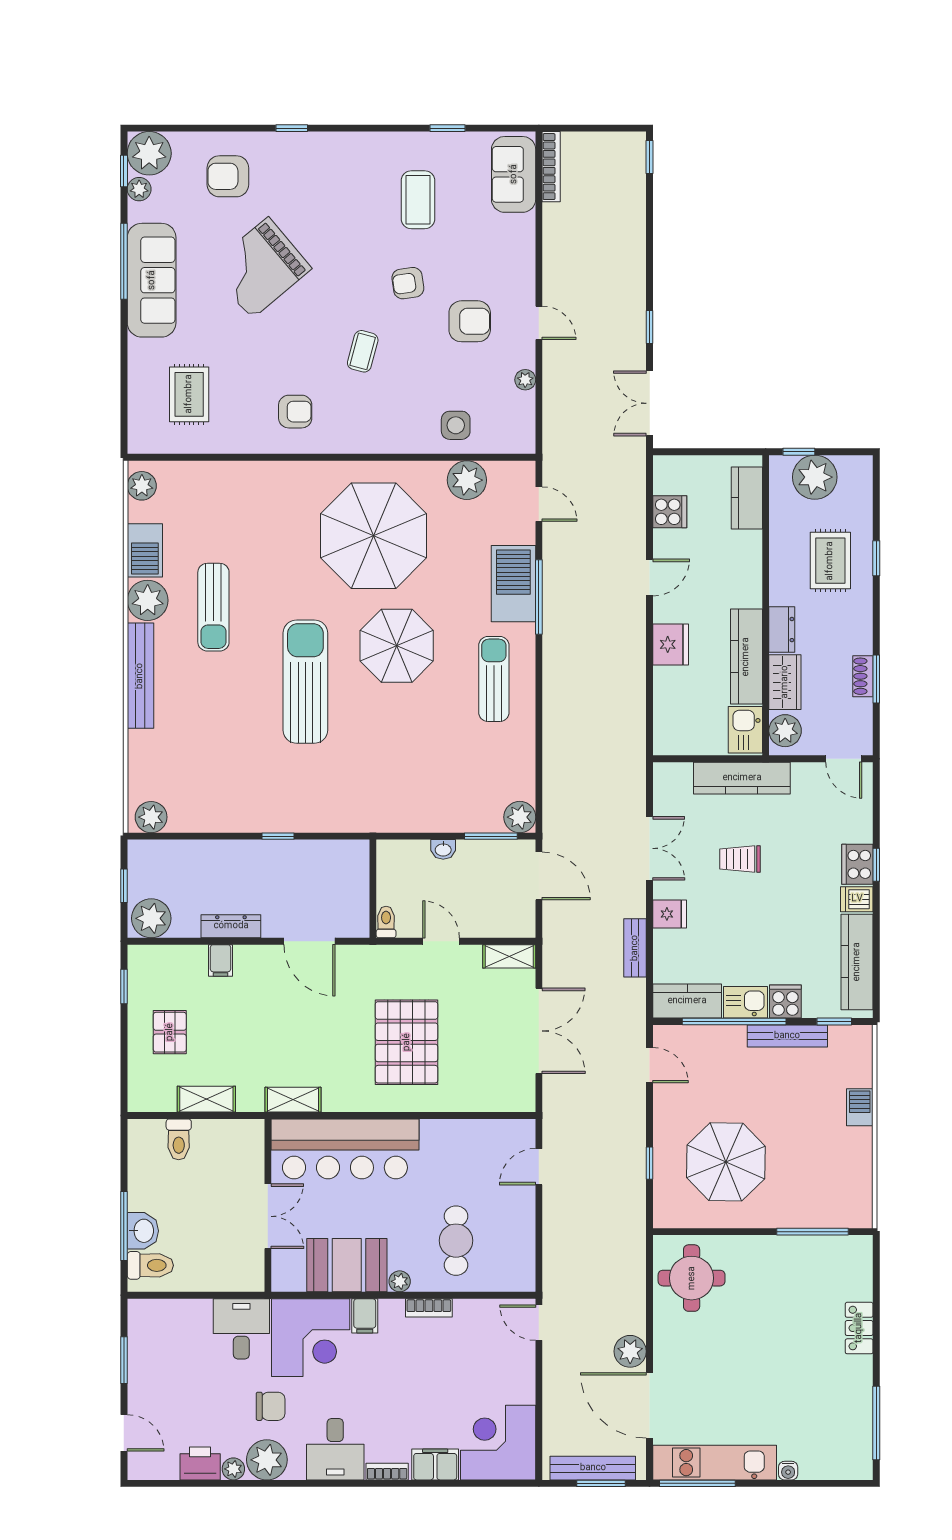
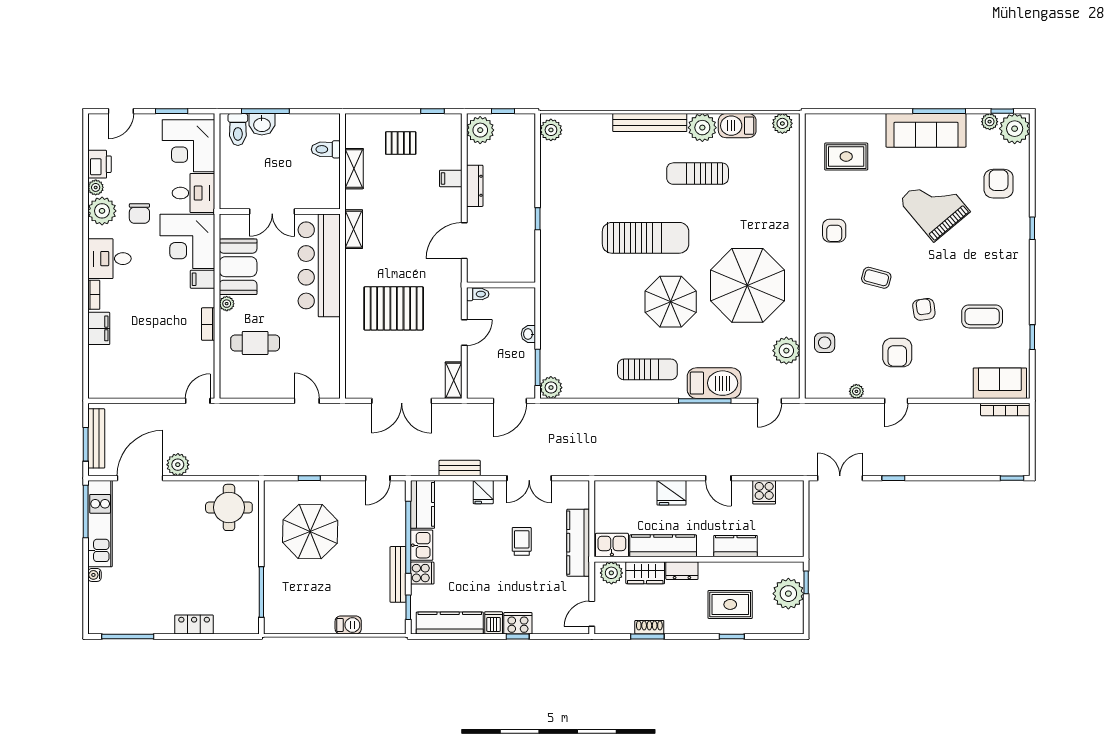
kitchen counter: (747, 498) -> (735, 546), moved
corner desk: (498, 1443) -> (188, 146), moved, turned 180

